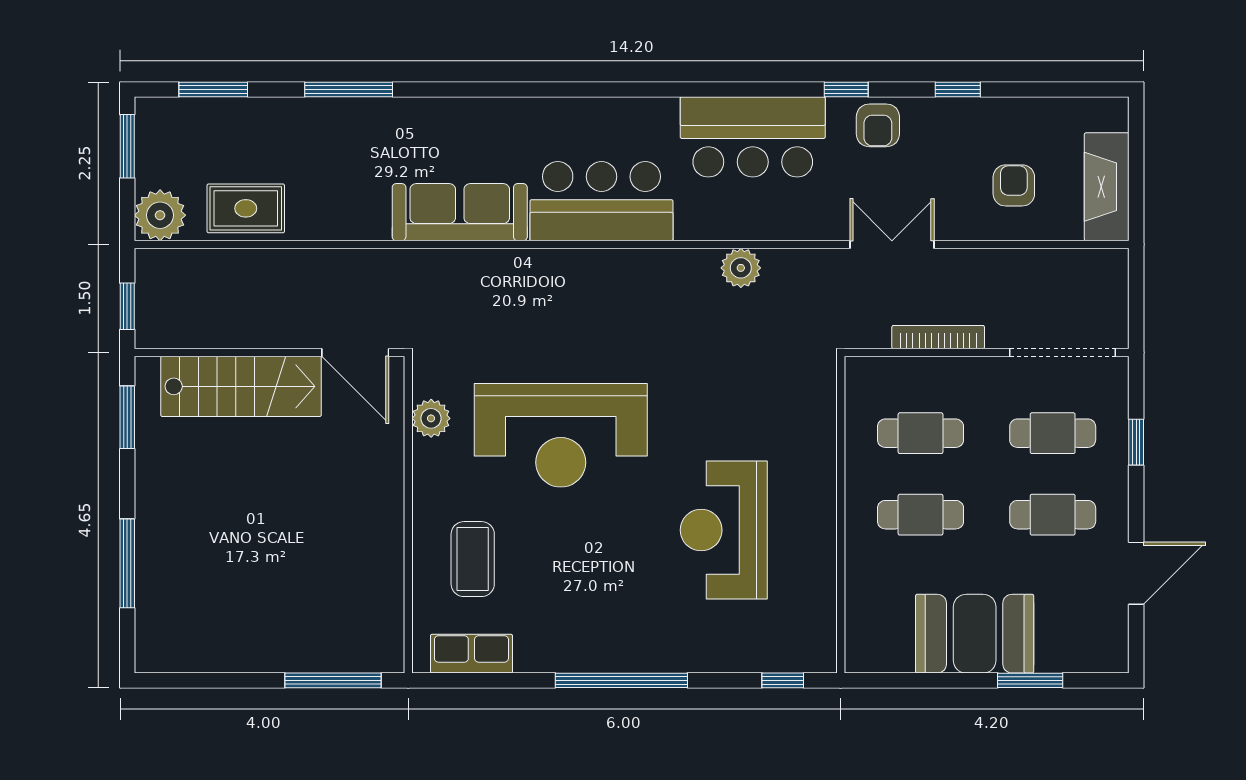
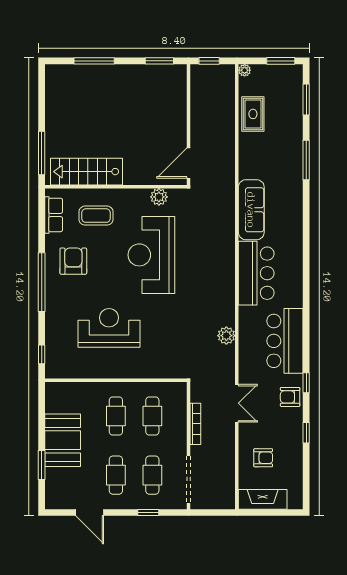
plant: (160, 215) -> (245, 70), width x0.53, depth x0.53
stairs: (241, 386) -> (86, 172), moved, turned 90
armchair: (574, 610) -> (73, 261), added

